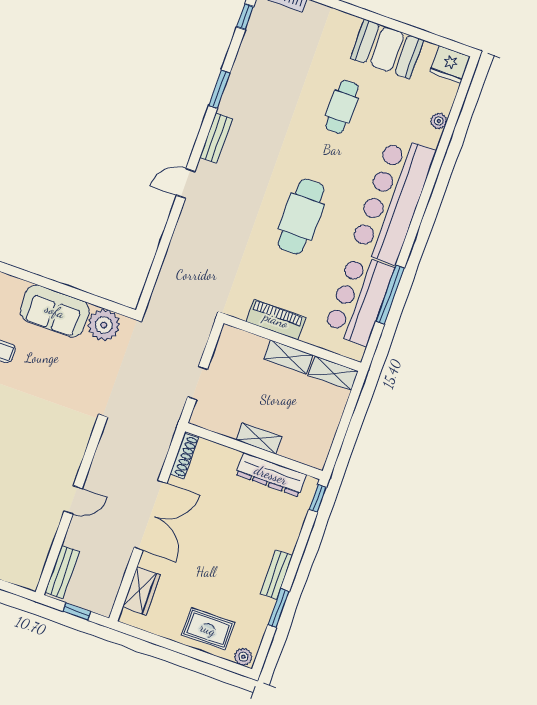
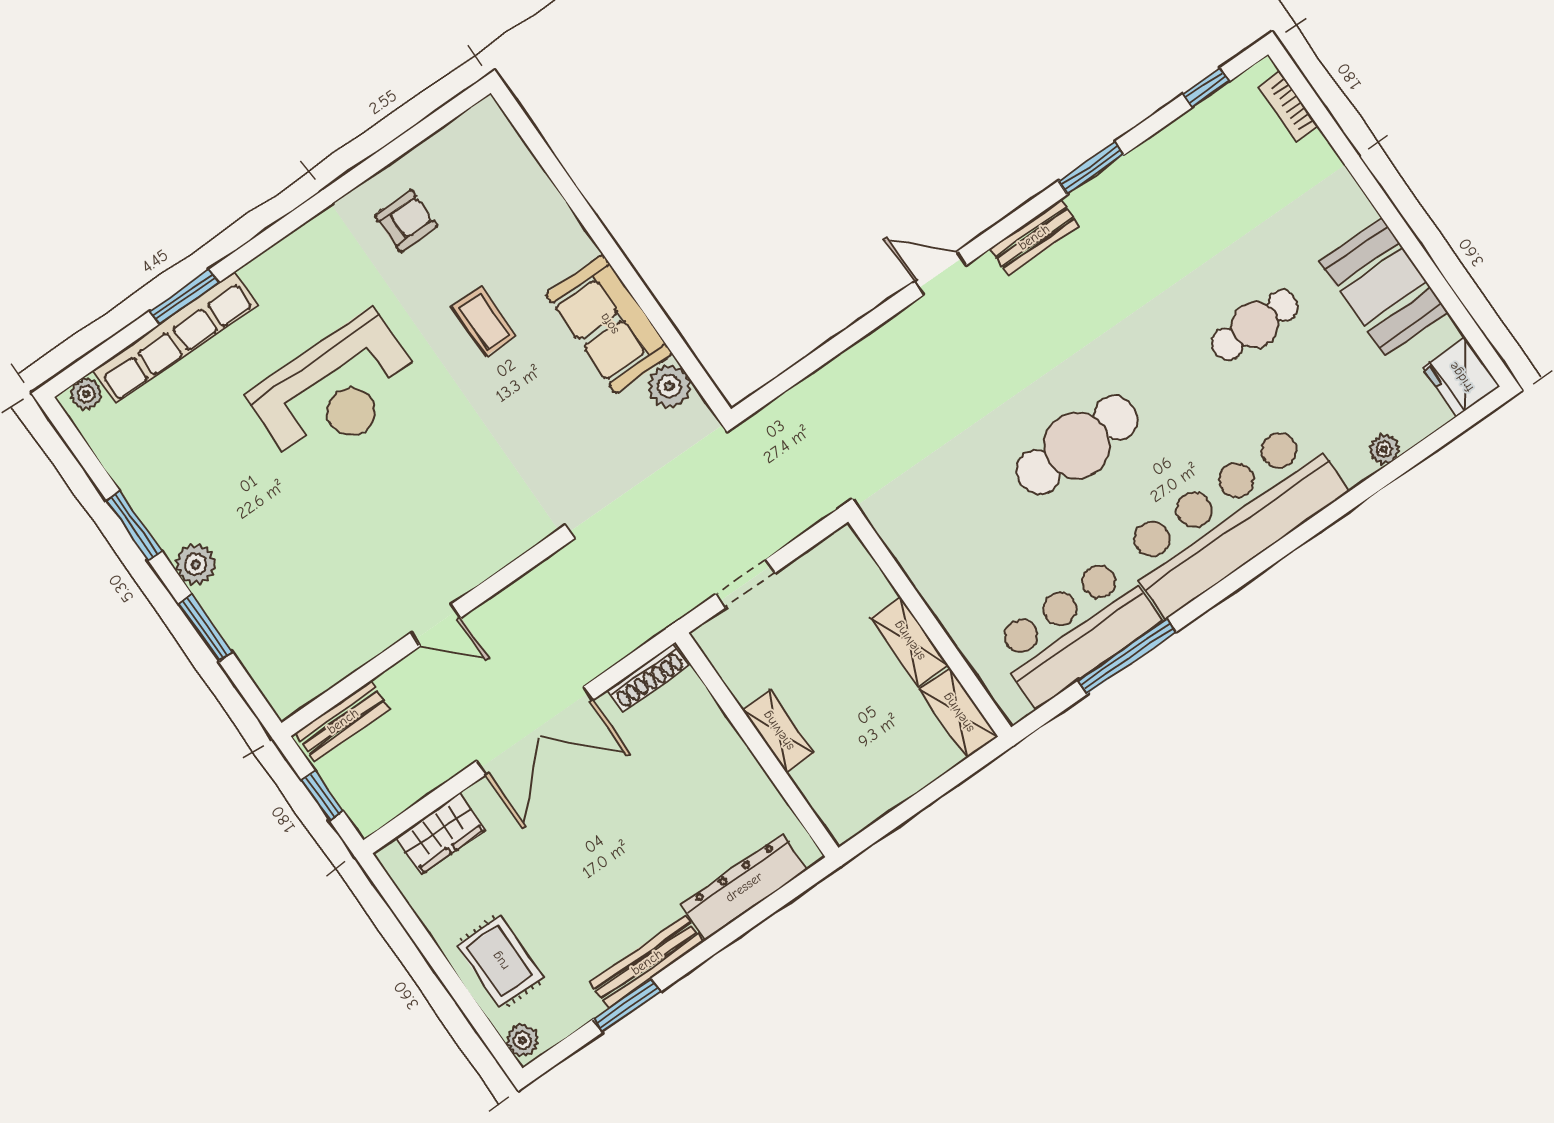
piano: (276, 320) -> (930, 572), removed
plant: (104, 325) -> (669, 386), width x0.73, depth x0.73
dresser: (271, 475) -> (744, 887), moved, turned 90
window: (318, 498) -> (802, 883), removed
bench: (276, 575) -> (647, 962), width x1.36

